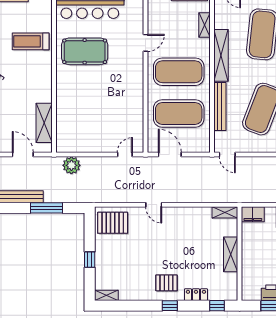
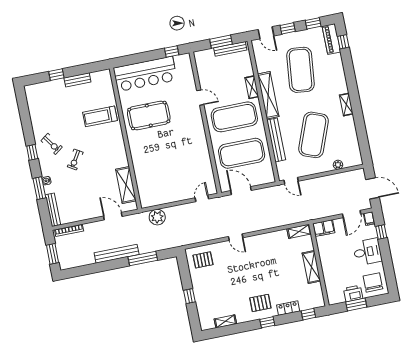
shelving: (205, 25) -> (252, 87), moved
door: (145, 43) -> (200, 98), hinge flipped
pallet: (113, 223) -> (203, 260), width x0.67, depth x0.71
shelving: (106, 295) -> (225, 321), moved

